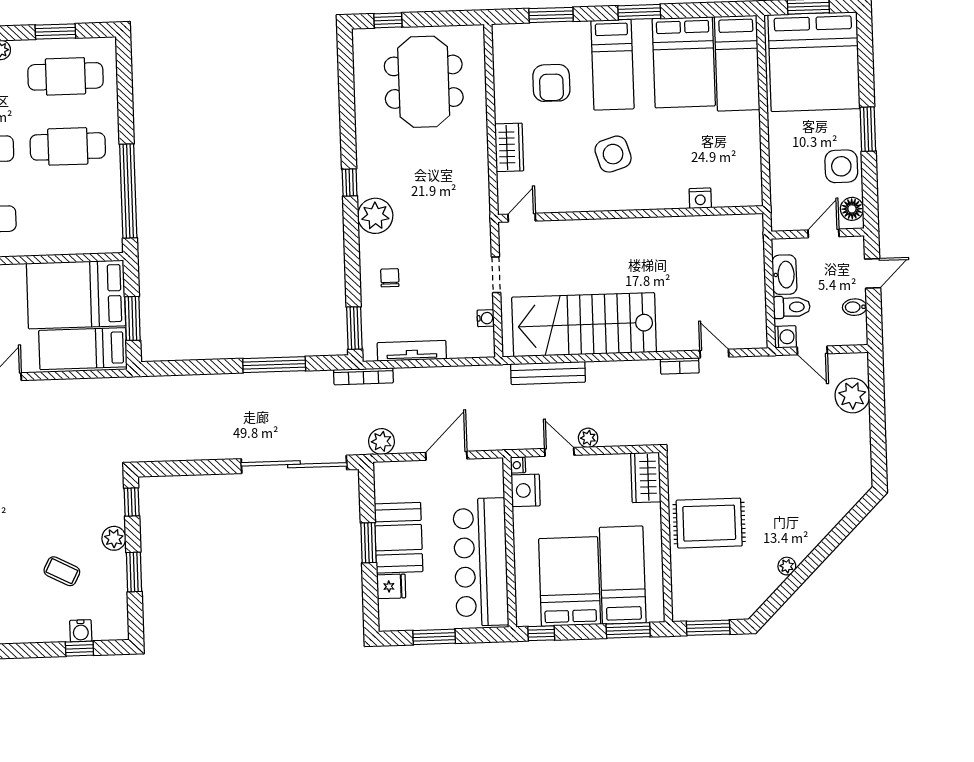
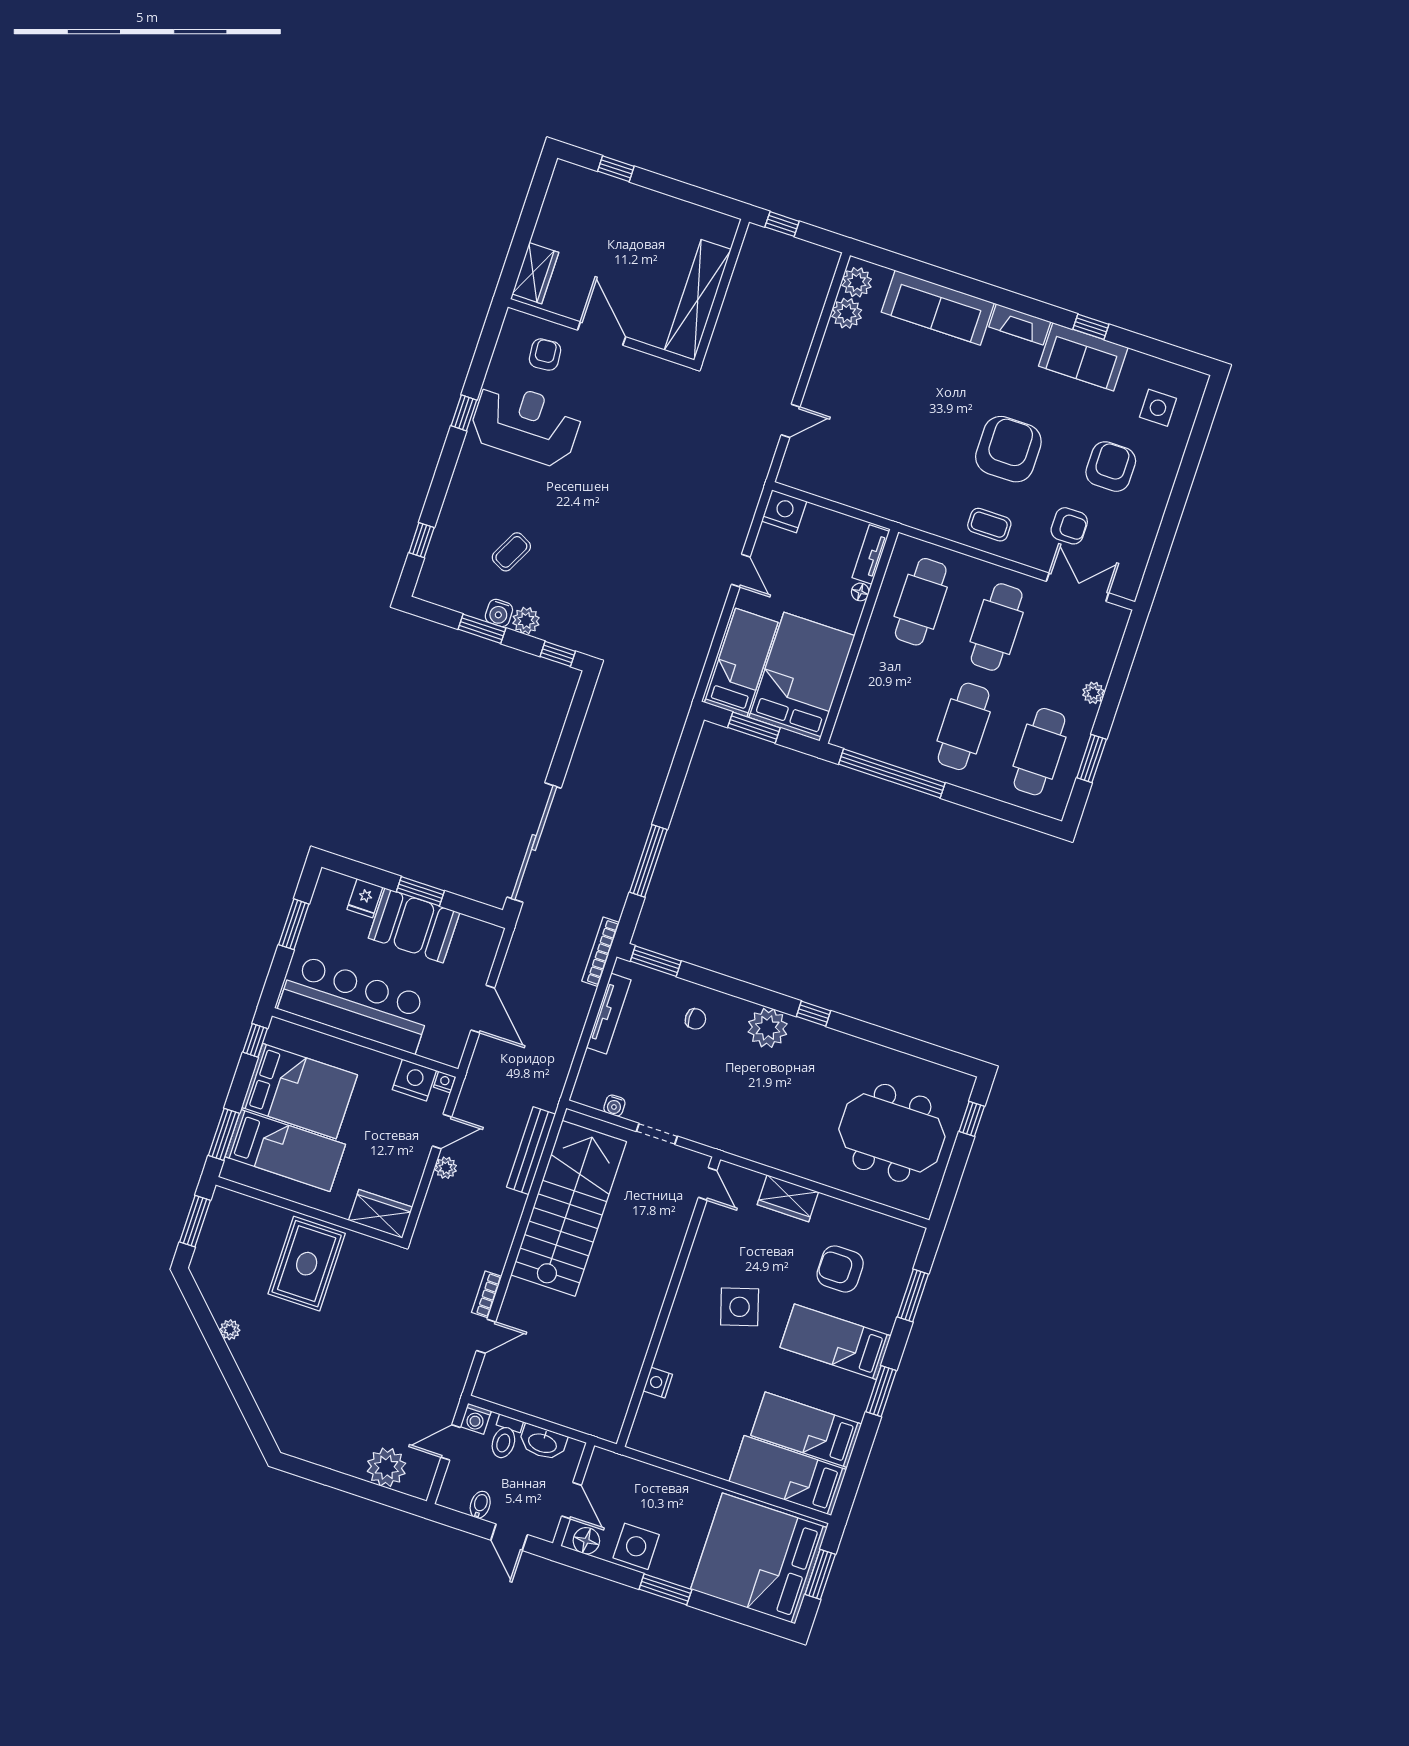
bed: (684, 62) -> (806, 1430), width x0.67
plant: (382, 441) -> (524, 945), removed
water cooler: (81, 631) -> (499, 613), moved, turned -90

